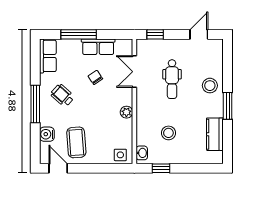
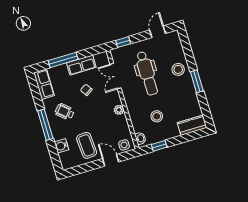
dental chair: (172, 79) -> (147, 73), width x1.36, depth x1.38
kitchen counter: (215, 134) -> (192, 125), moved, turned 90
door: (58, 168) -> (111, 160), moved

